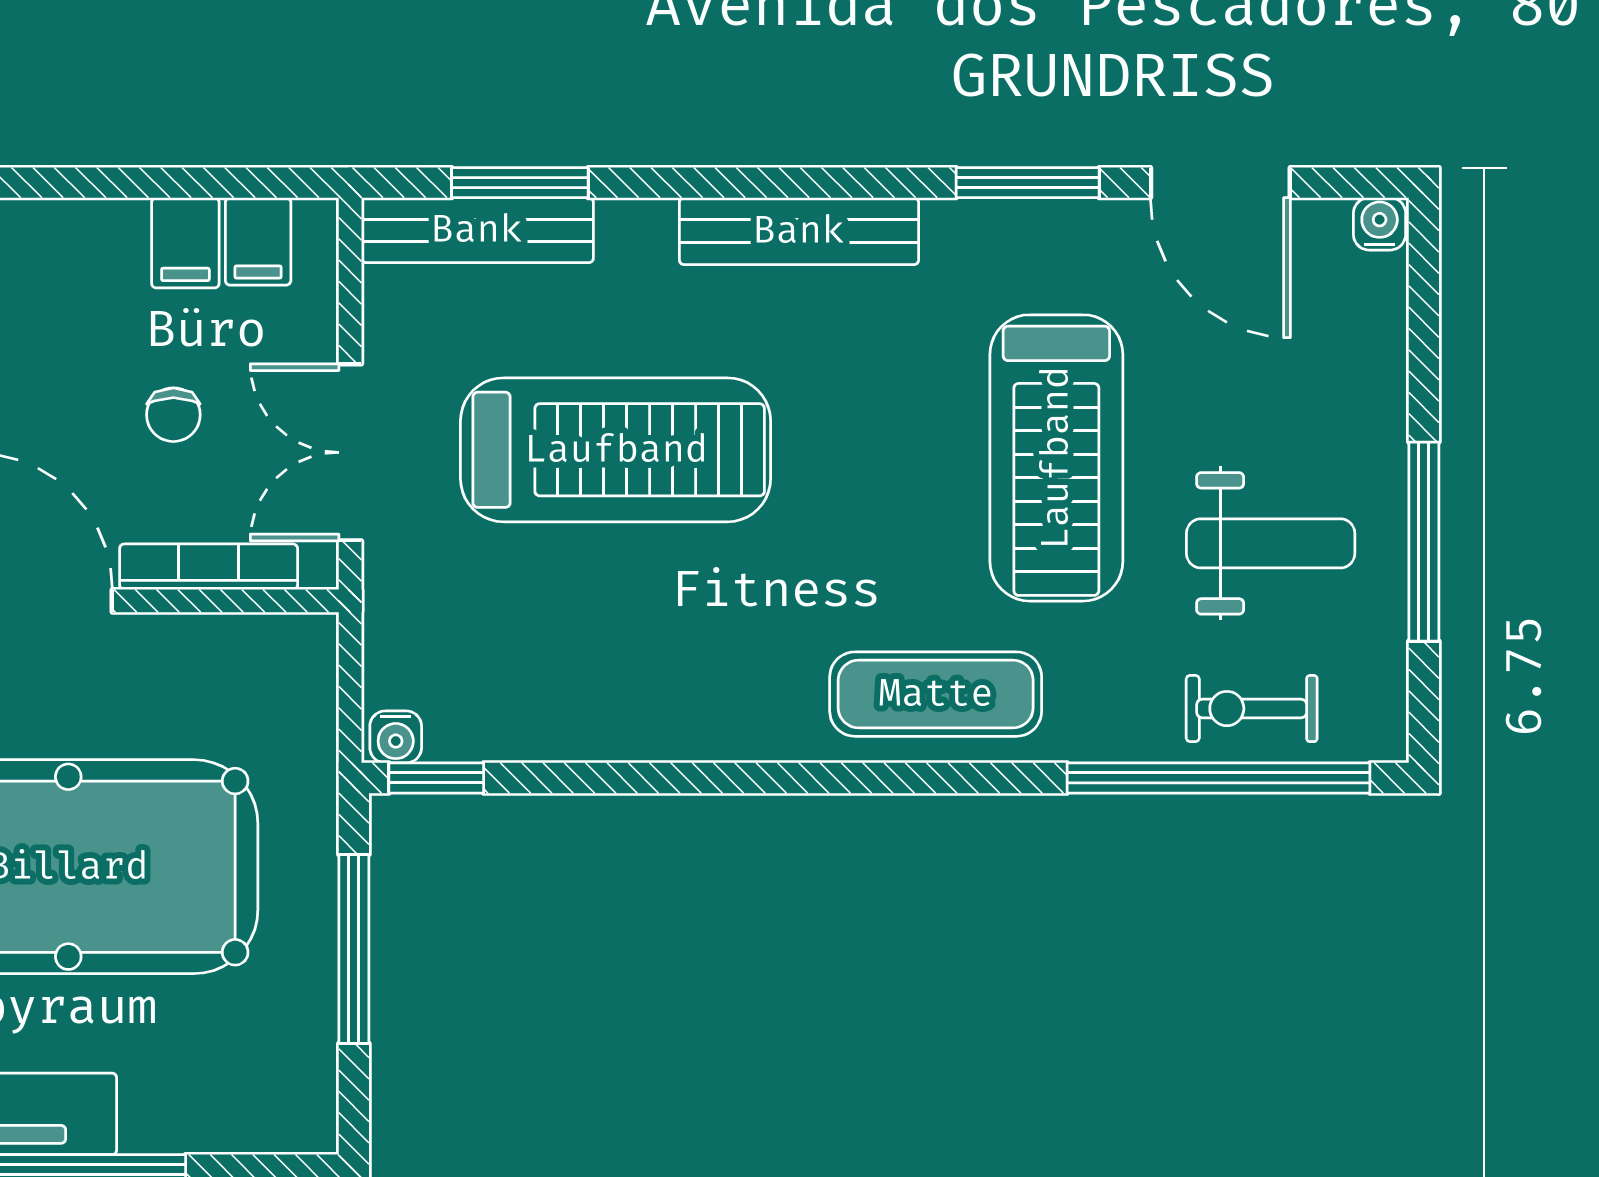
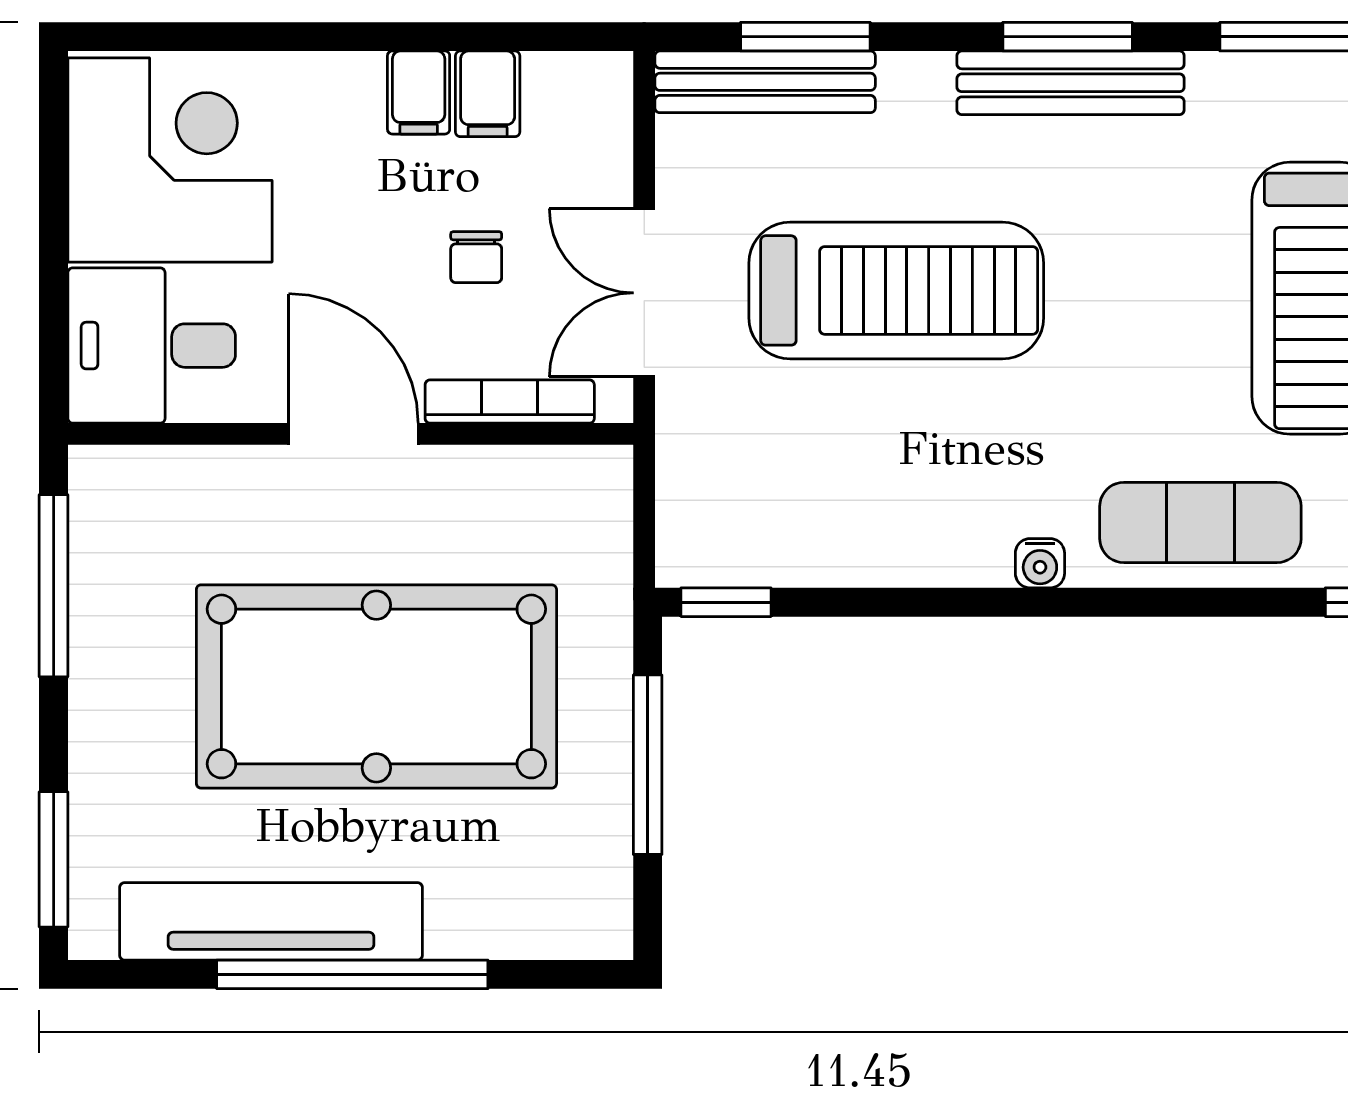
window: (796, 183) -> (1068, 37), added
filing cabinet: (258, 241) -> (419, 93), moved
water cooler: (396, 737) -> (1040, 563), moved

